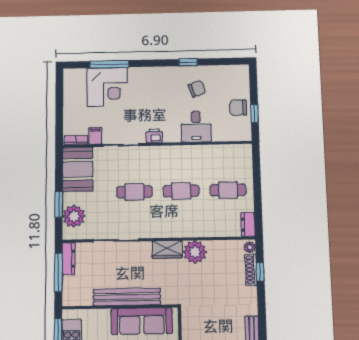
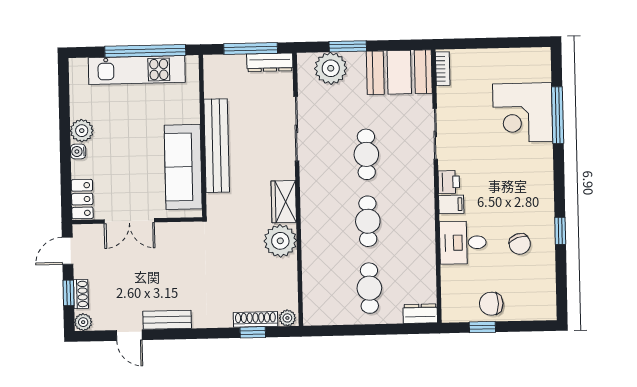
chair: (238, 108) -> (491, 304), turned -90
filing cabinet: (95, 136) -> (451, 204), moved
dresser: (248, 225) -> (420, 314), moved

